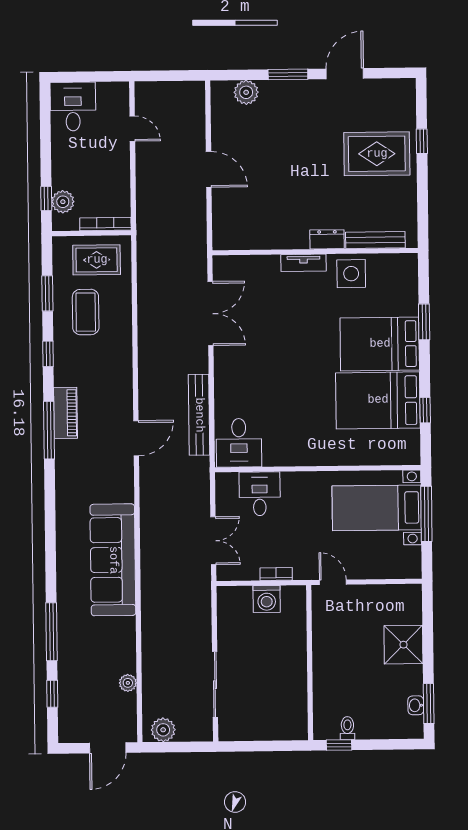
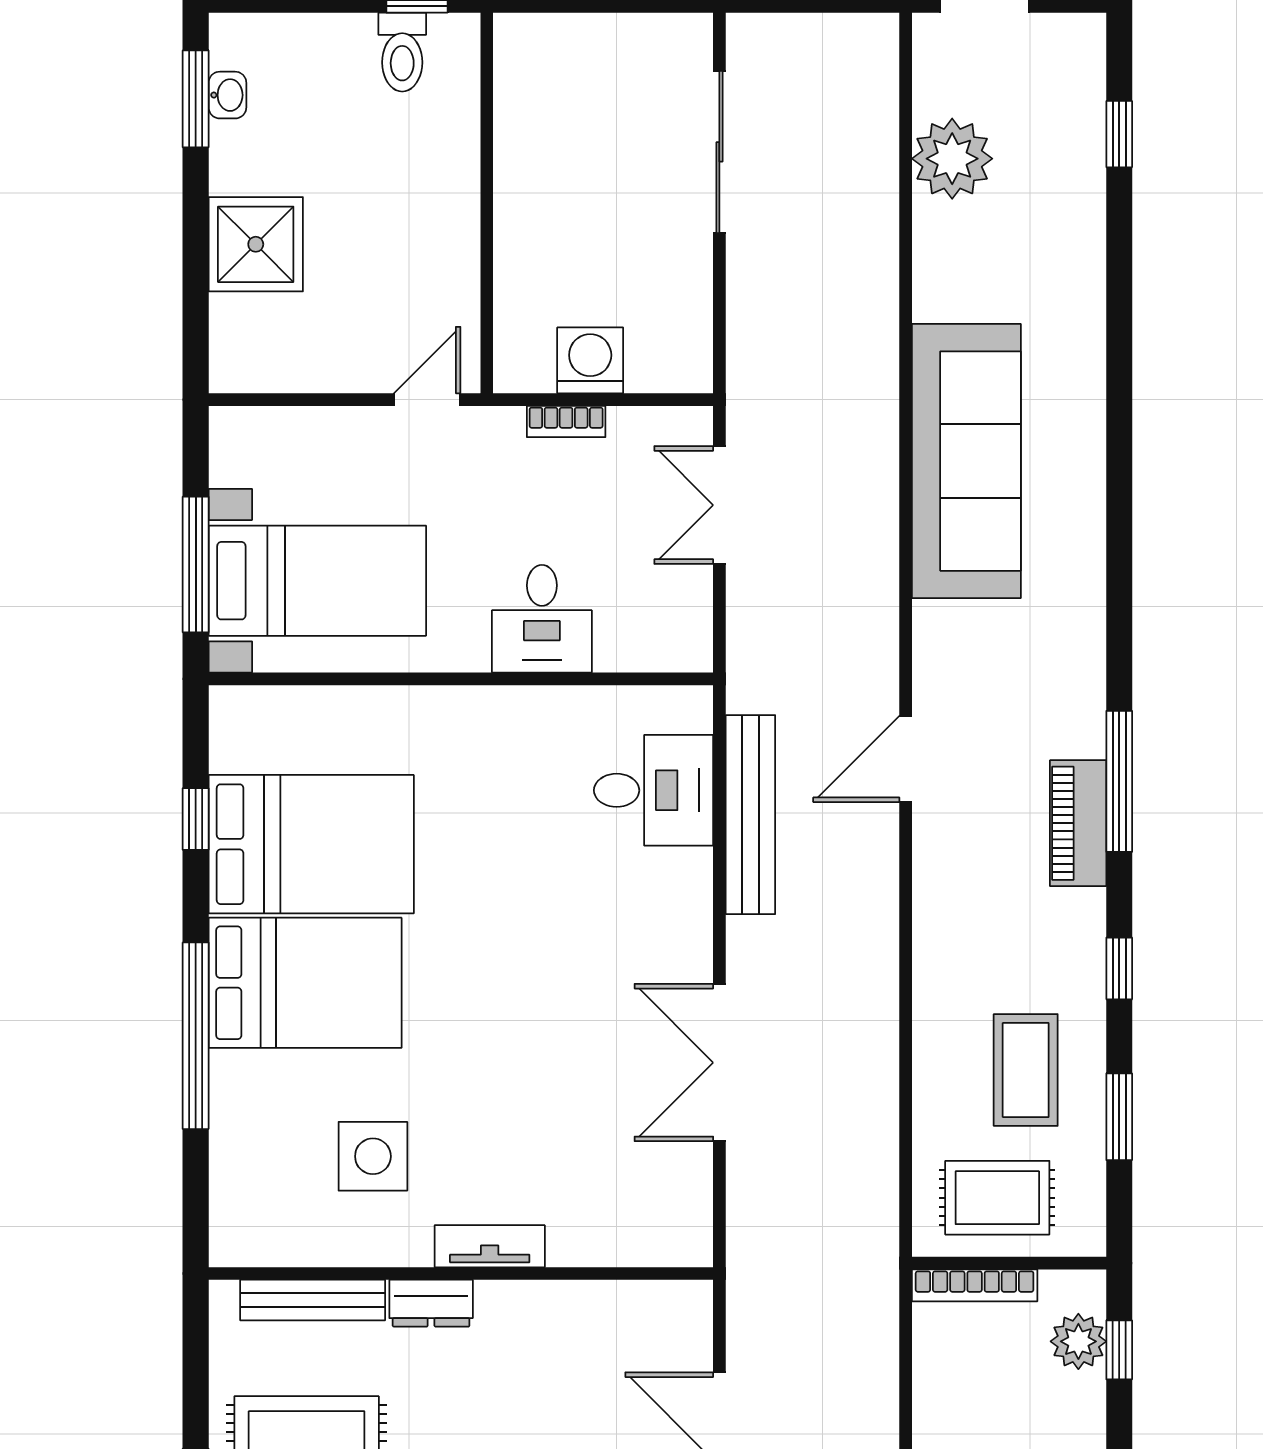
dresser: (327, 239) -> (431, 1303), moved
bench: (375, 240) -> (313, 1300), moved
wall: (315, 252) -> (461, 1274), moved
tv unit: (303, 263) -> (490, 1246), moved
window: (424, 322) -> (196, 1036), width x2.11
desk: (239, 443) -> (654, 790), moved, turned 90
desk: (260, 494) -> (542, 619), moved
door: (333, 582) -> (427, 400), swing flipped
window: (51, 632) -> (1119, 287), removed
plant: (128, 683) -> (952, 159), width x1.87, depth x1.87
toilet: (347, 728) -> (402, 52), width x1.37, depth x1.39
plant: (163, 730) -> (848, 42), removed

